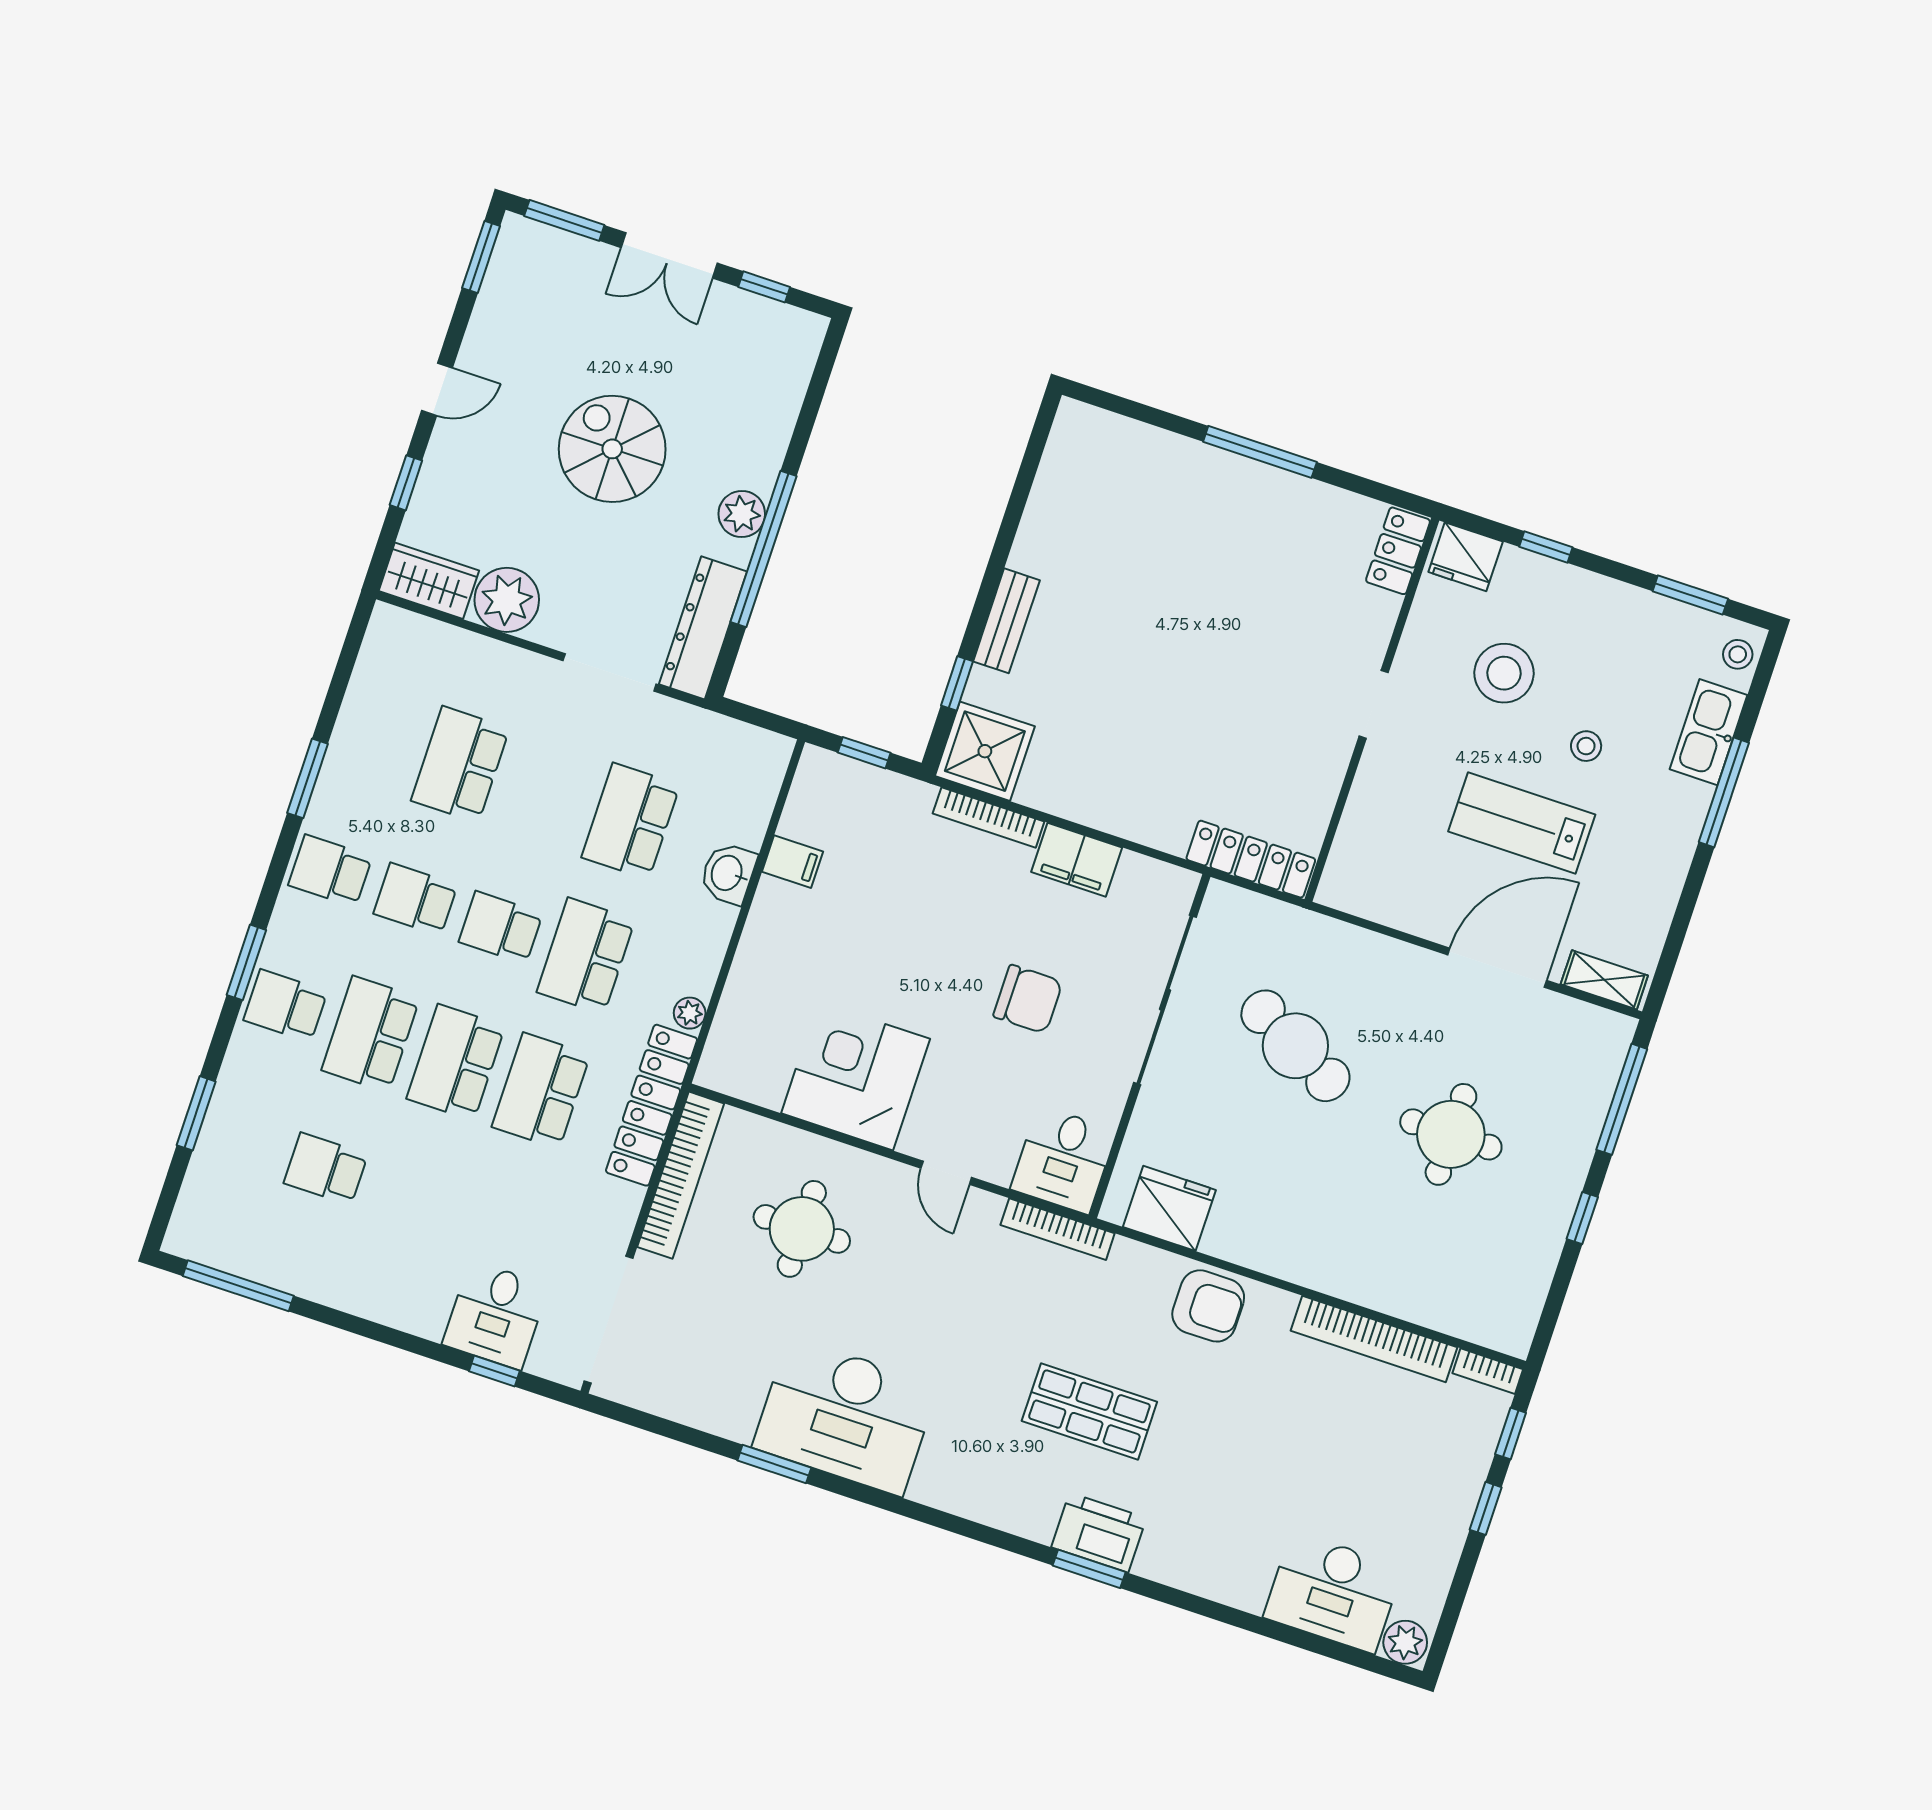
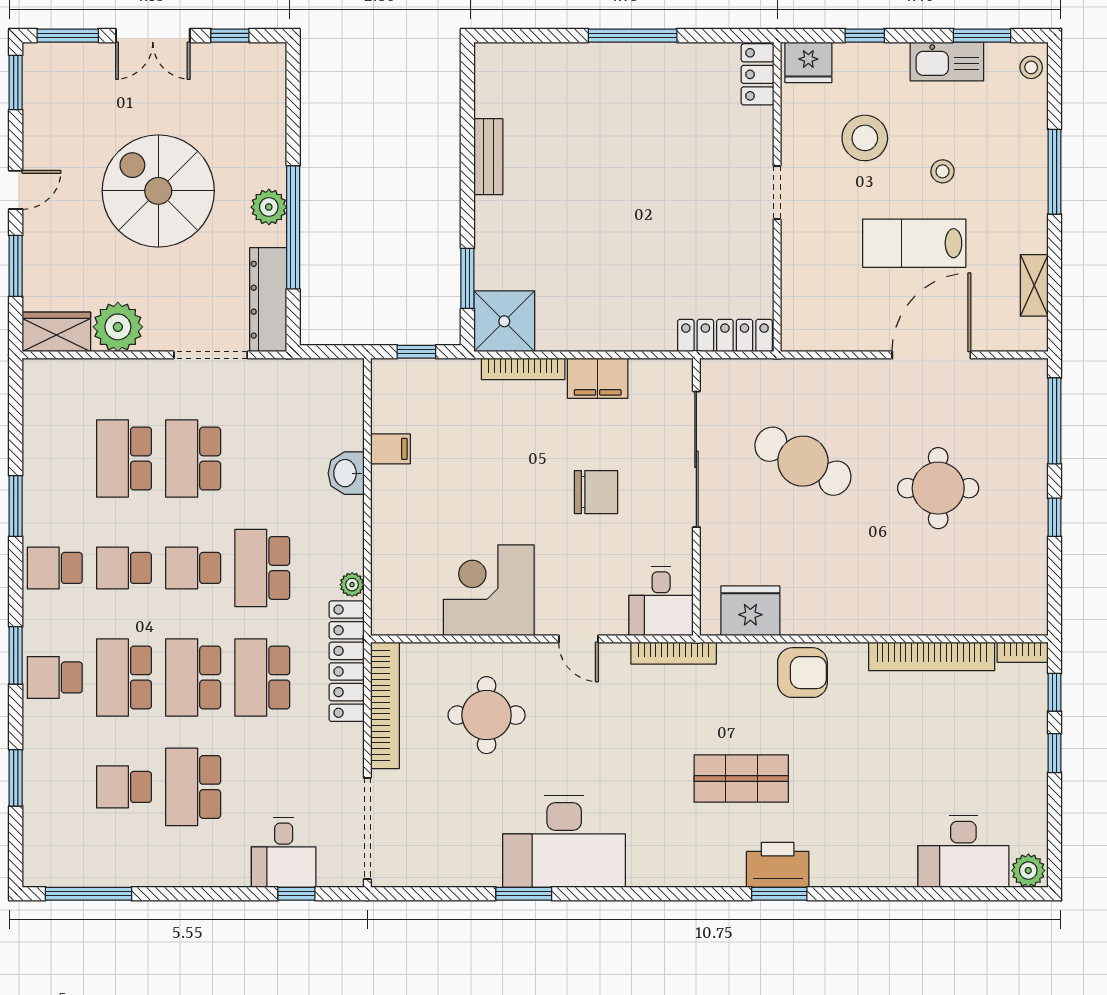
spiral stairs: (612, 449) -> (158, 191), width x1.37, depth x1.37
window: (406, 483) -> (16, 266), width x1.50
bench: (1006, 621) -> (488, 157), moved
window: (957, 683) -> (467, 278), width x1.50
kitchen sink: (1709, 732) -> (947, 61), moved, turned -90
school desk: (631, 821) -> (193, 459), moved
shelving: (1604, 980) -> (1034, 285), moved, turned 90
school desk: (411, 1197) -> (193, 787), added

